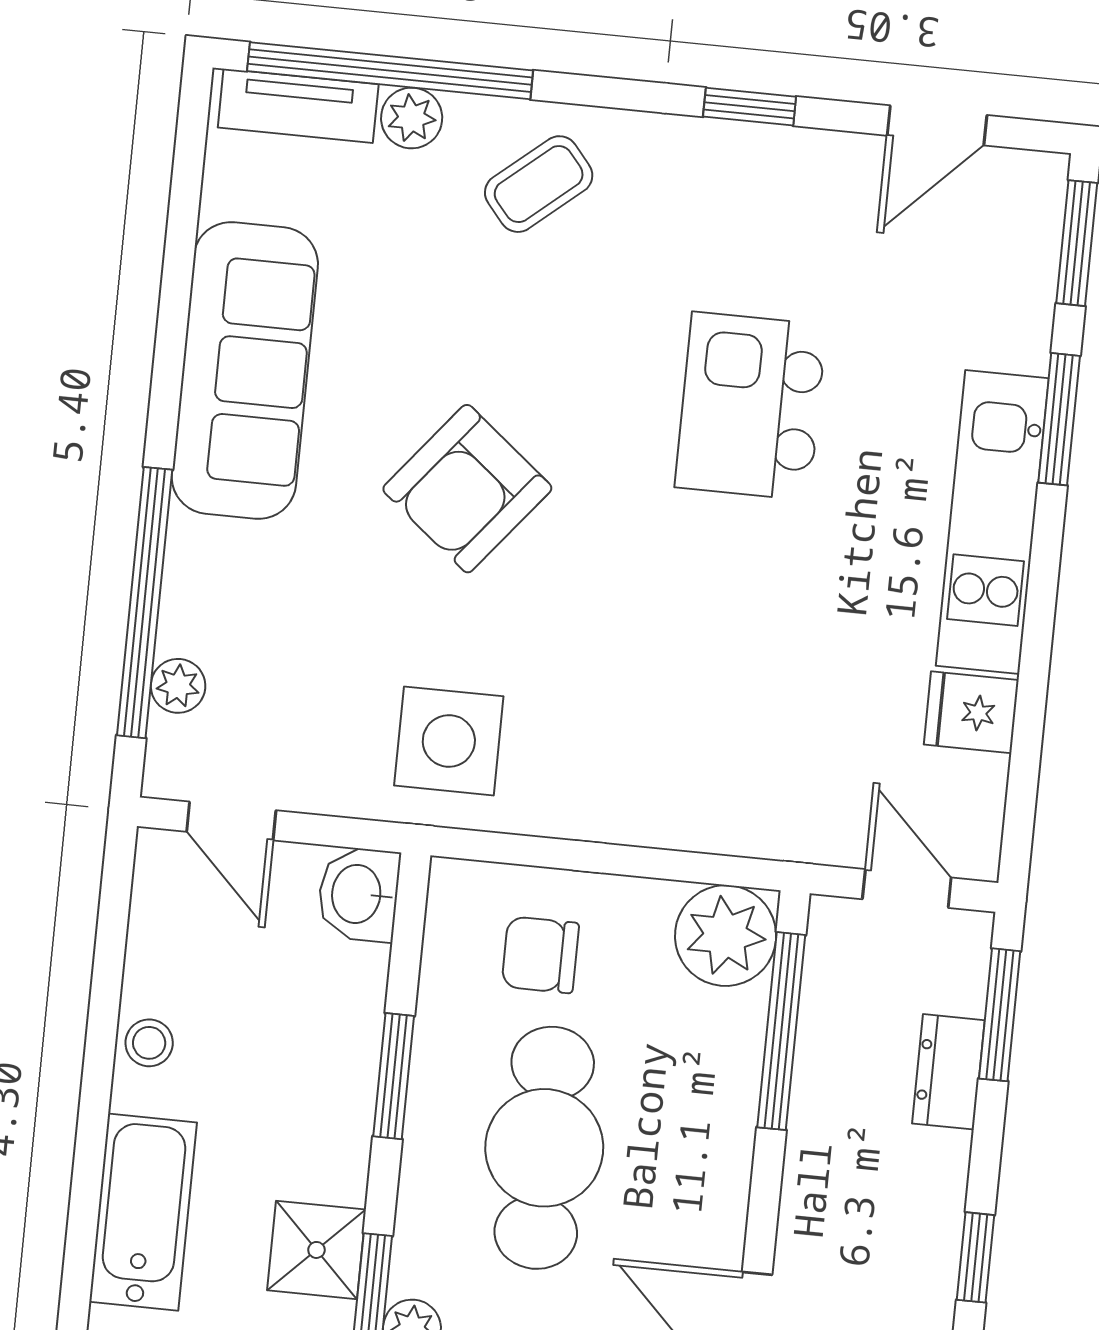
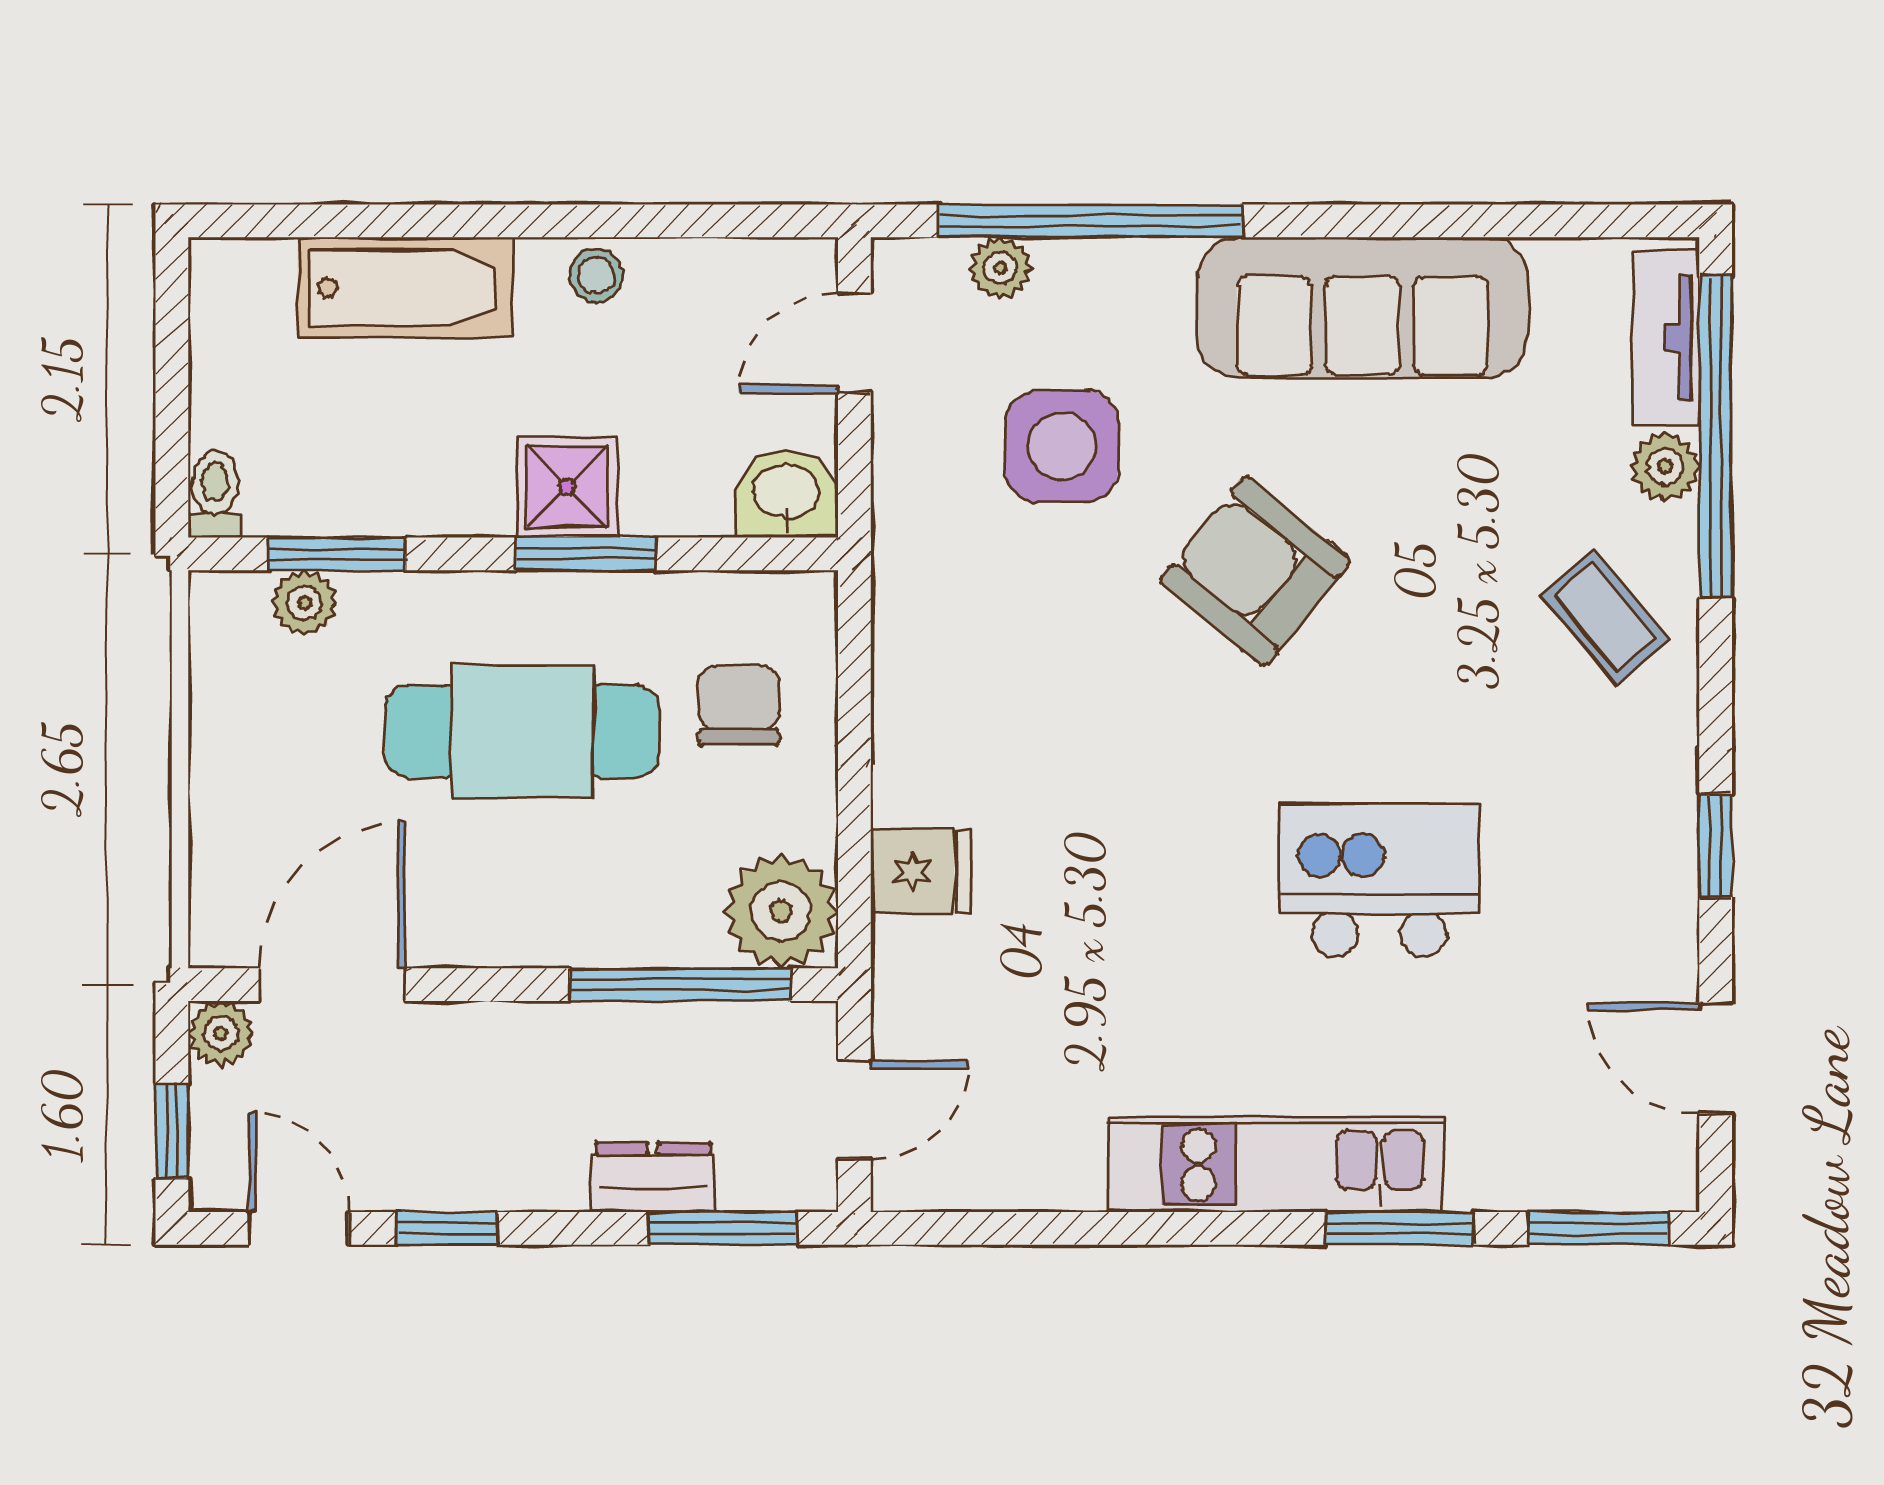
fridge: (971, 712) -> (920, 871), moved, turned 90
side table: (449, 741) -> (1062, 446), moved
shower: (316, 1250) -> (567, 487), moved

